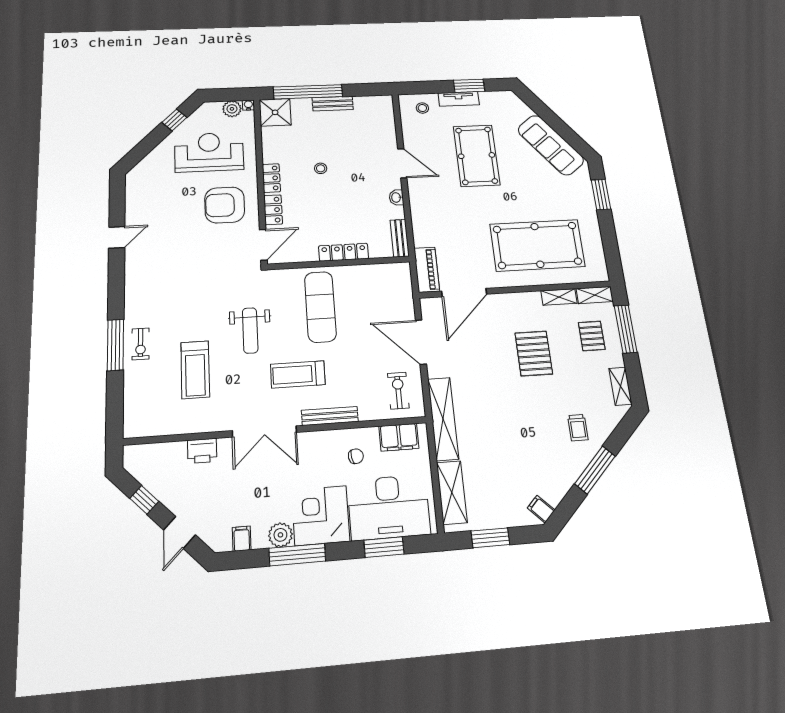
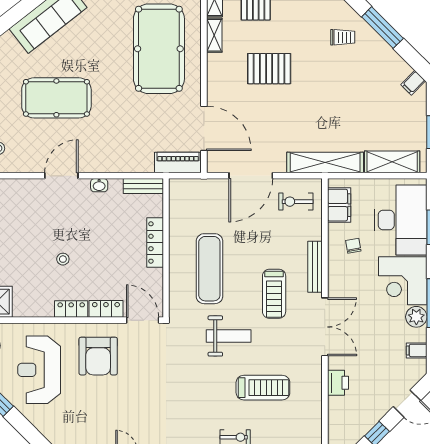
exercise mat: (320, 307) -> (209, 269), turned 90

